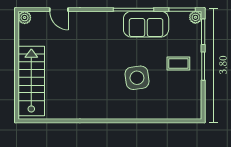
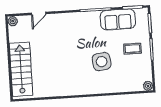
door: (59, 10) -> (39, 13), hinge flipped
plant: (195, 17) -> (148, 86), moved
sofa: (146, 24) -> (118, 19), moved

